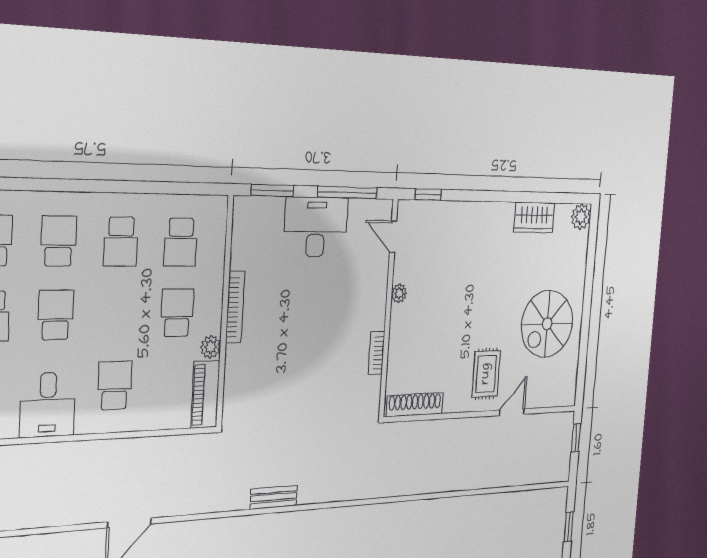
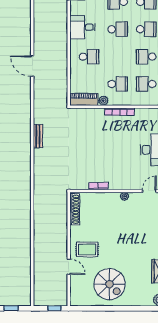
spiral stairs: (547, 324) -> (109, 284), turned 180

